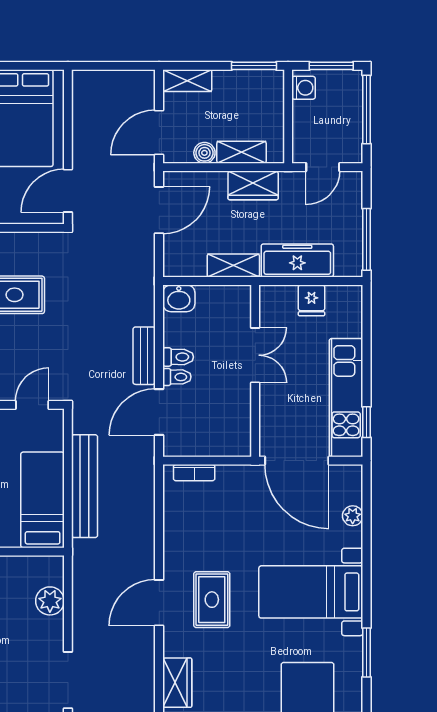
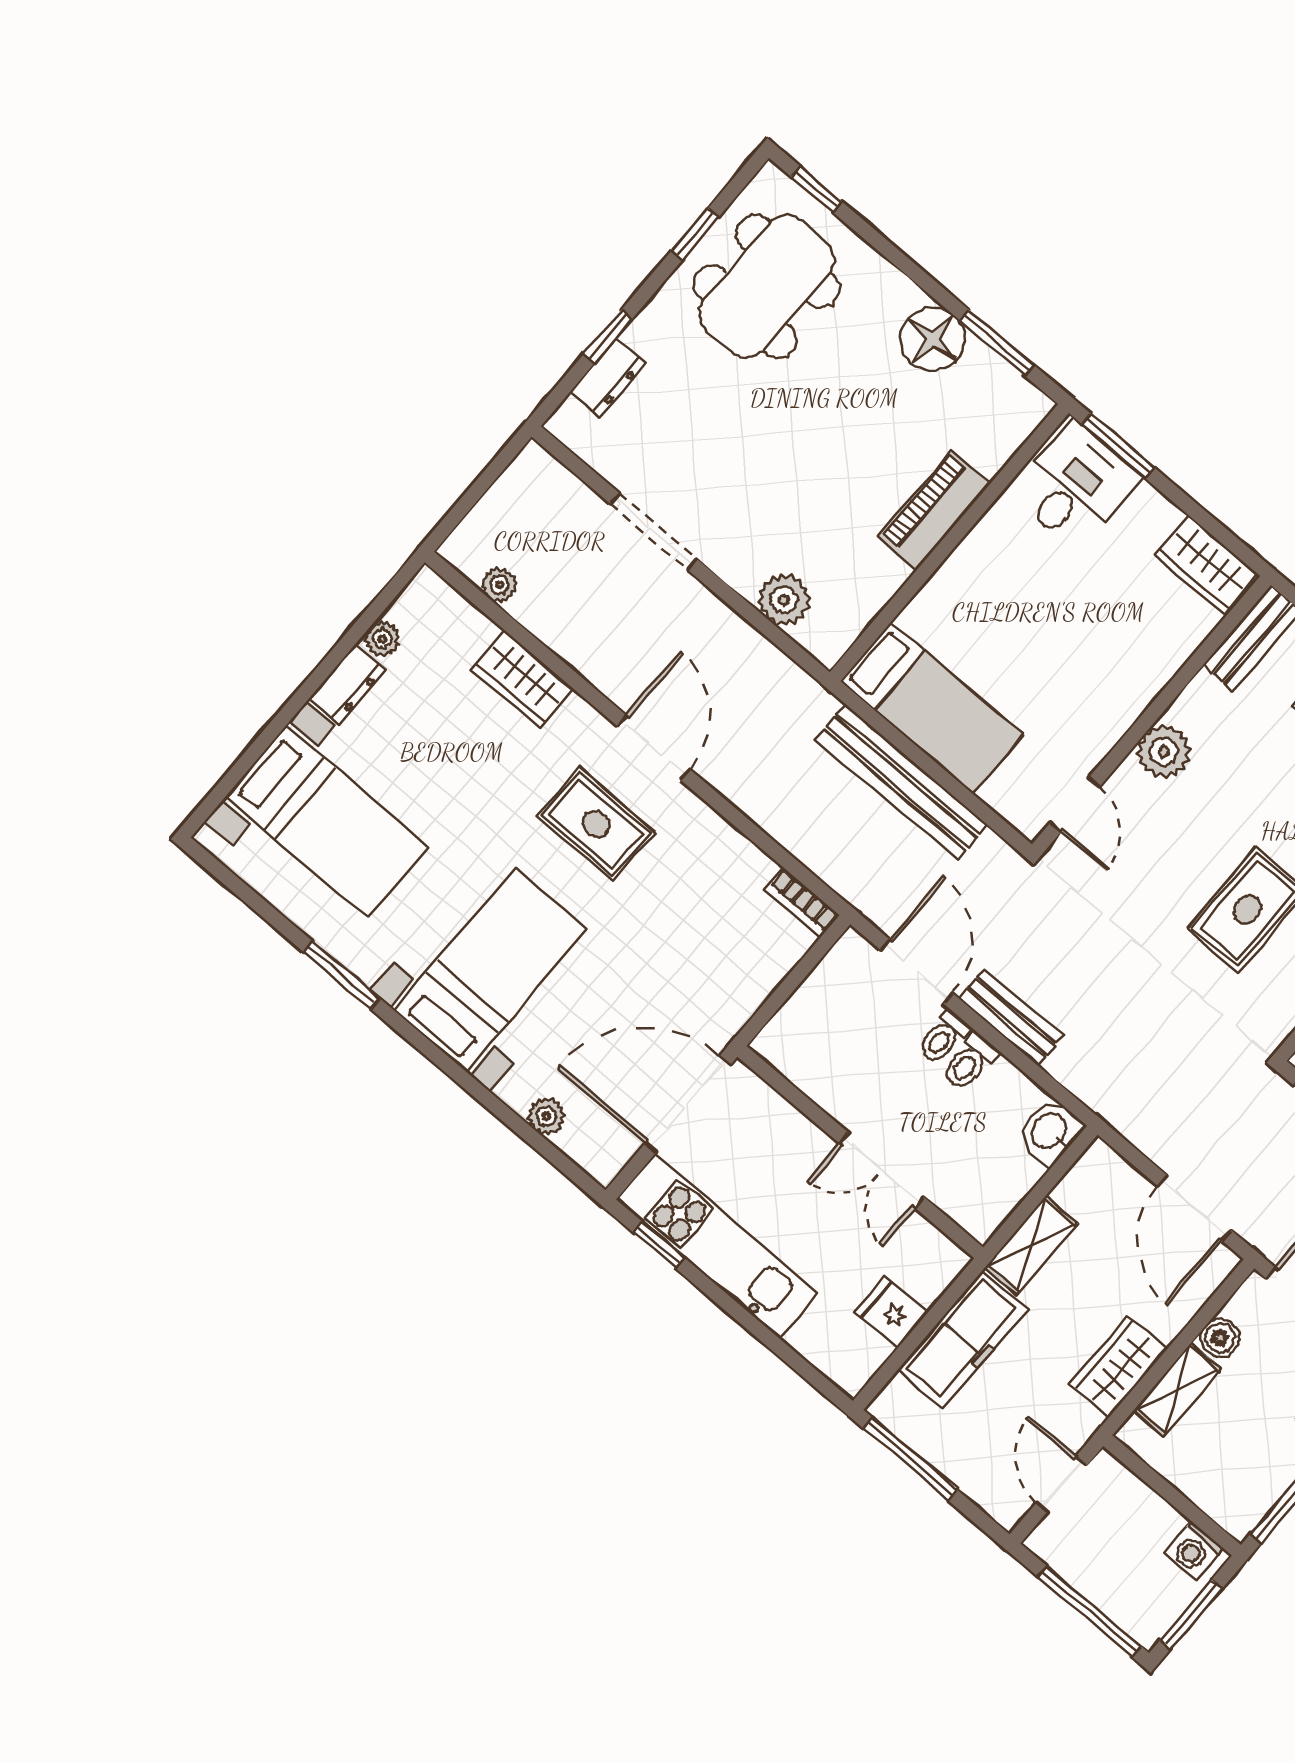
bookcase: (194, 473) -> (802, 902), moved, turned -90

